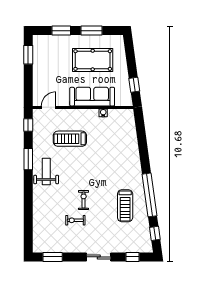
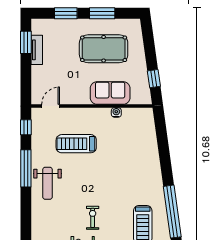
tv unit: (37, 61) -> (37, 50), added
sofa: (92, 97) -> (110, 93), width x0.73
window: (28, 159) -> (26, 168), width x1.44
weight bench: (46, 171) -> (47, 183), turned 180

